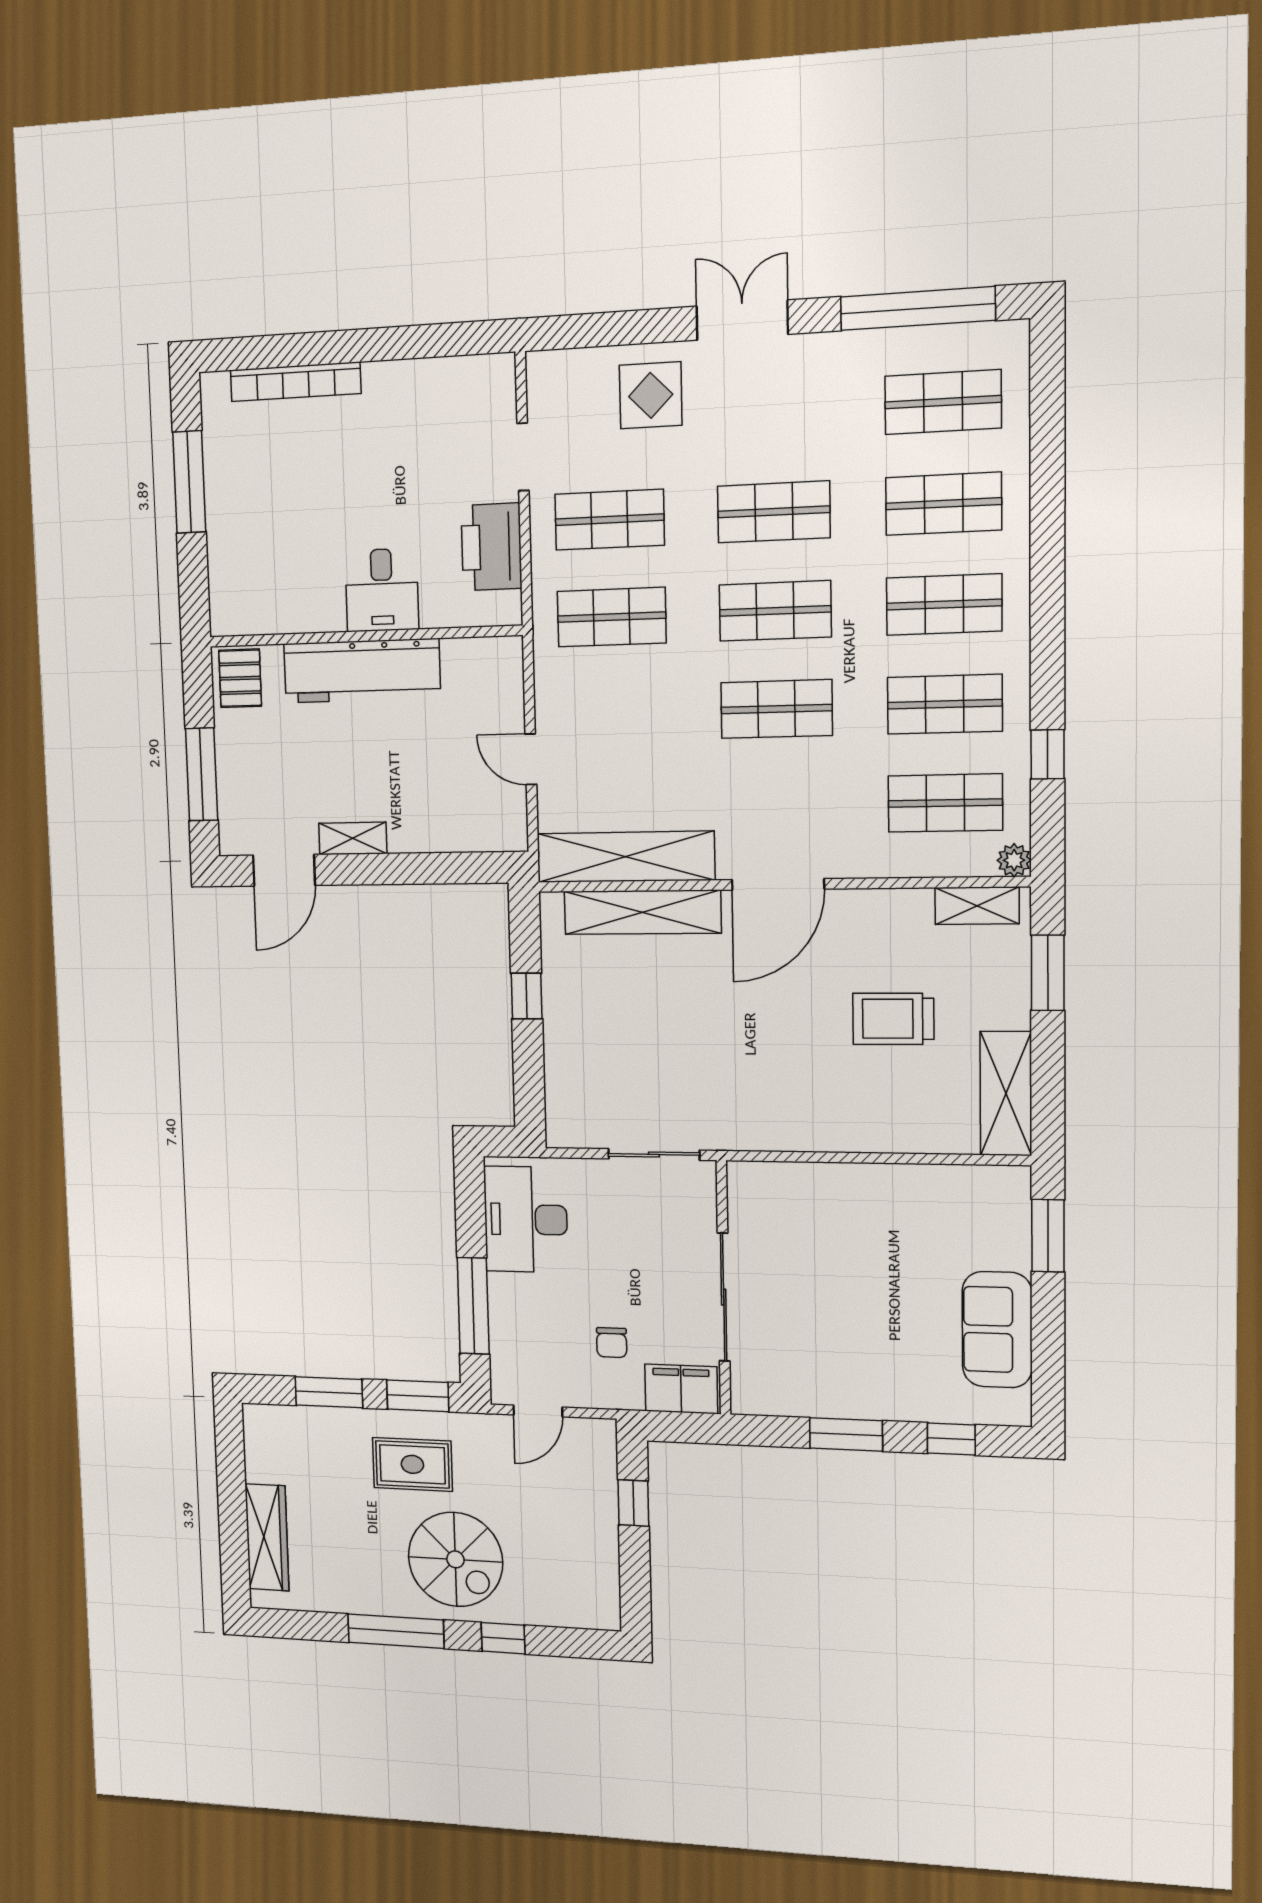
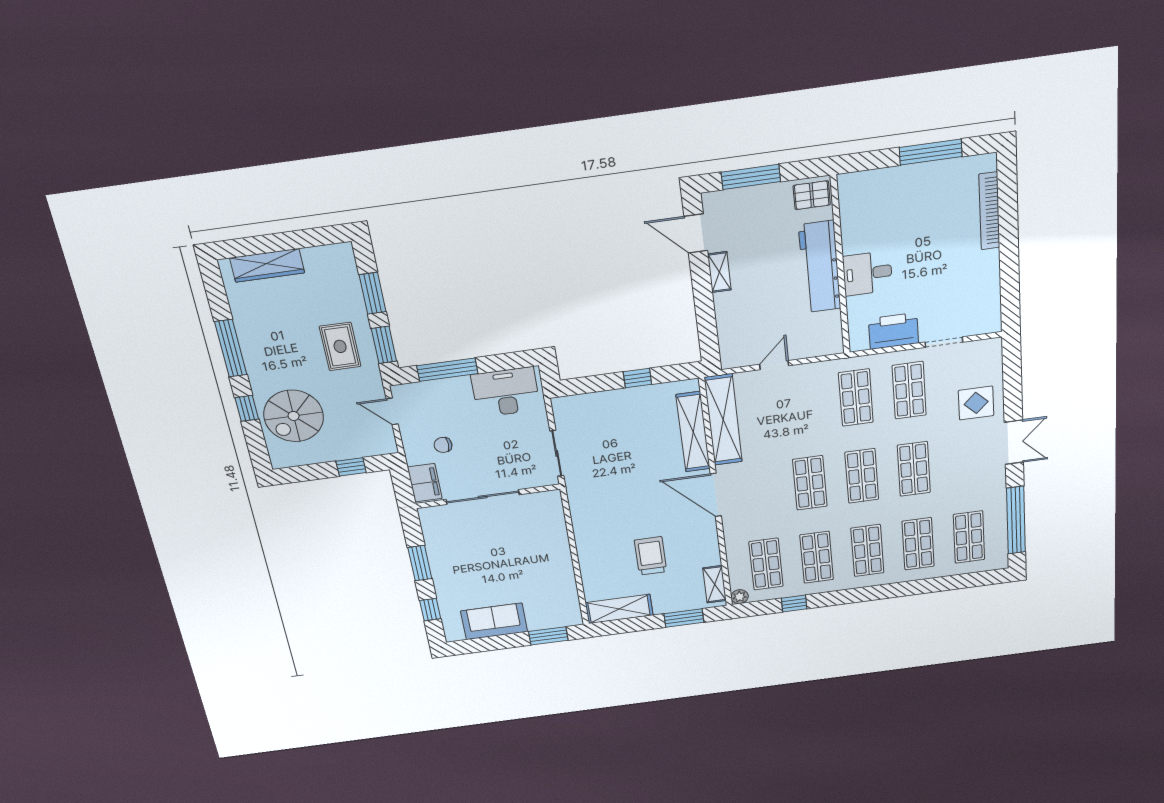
spiral stairs: (455, 1559) -> (294, 416), moved

